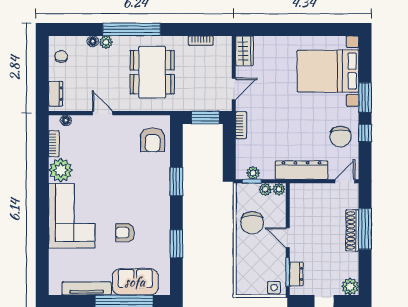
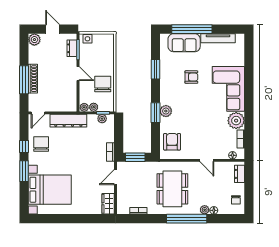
plant: (162, 184) -> (166, 111), added

